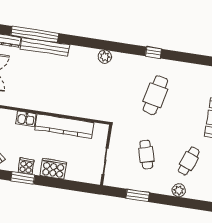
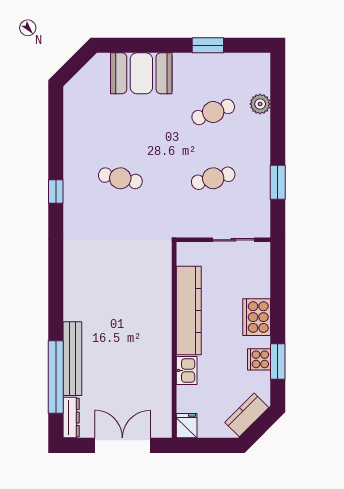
plant: (105, 57) -> (73, 265), removed
cafe table: (155, 95) -> (120, 178), width x0.73, depth x0.74
cafe table: (189, 161) -> (213, 112), turned -42
plant: (179, 190) -> (260, 104), moved

